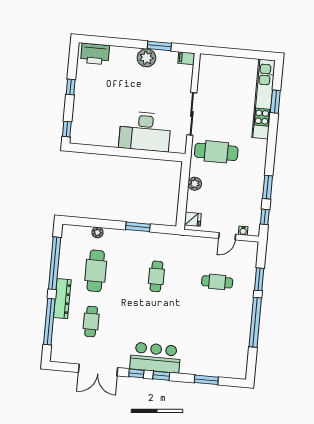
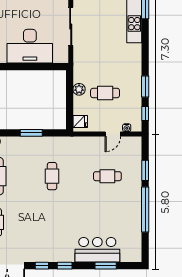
cafe table: (216, 152) -> (105, 93), moved, width x0.73, depth x0.74
bar counter: (155, 358) -> (97, 250), moved

